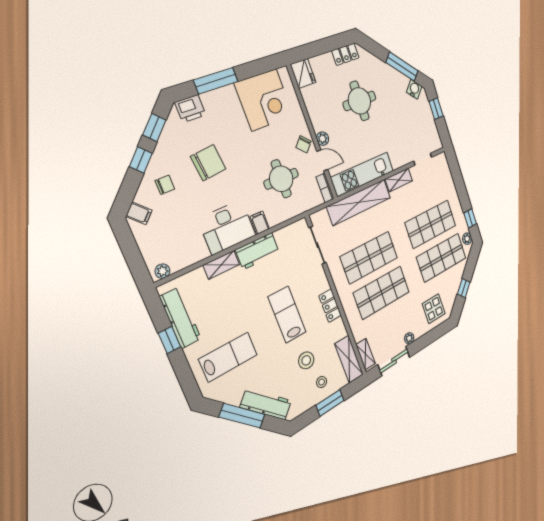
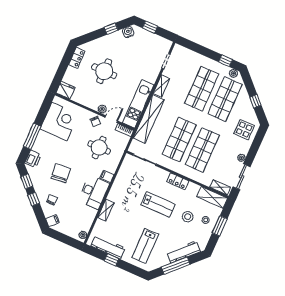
window: (402, 67) -> (111, 29), width x0.46
workbench: (258, 251) -> (117, 189), removed
lab bench: (287, 315) -> (158, 204), turned 180
lab bench: (228, 357) -> (145, 246), turned 180

